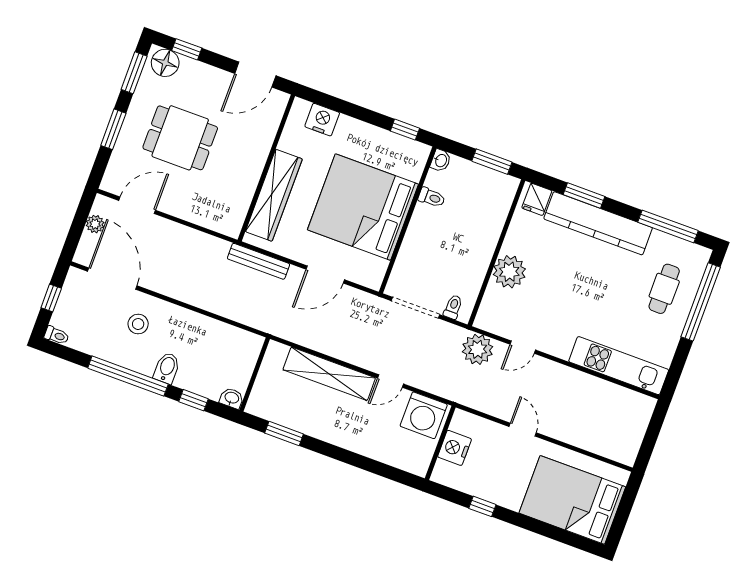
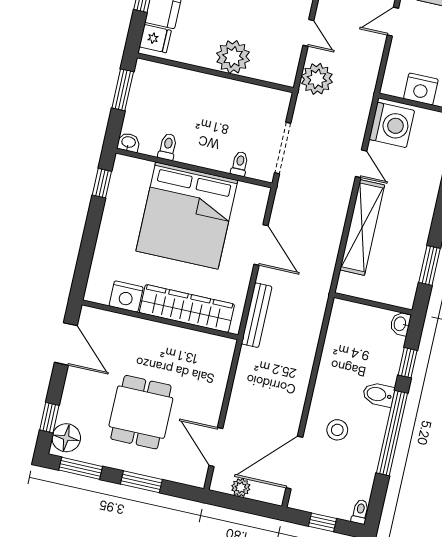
nightstand: (322, 120) -> (126, 297), moved, turned -90
toilet: (453, 307) -> (240, 164), moved, turned 90

